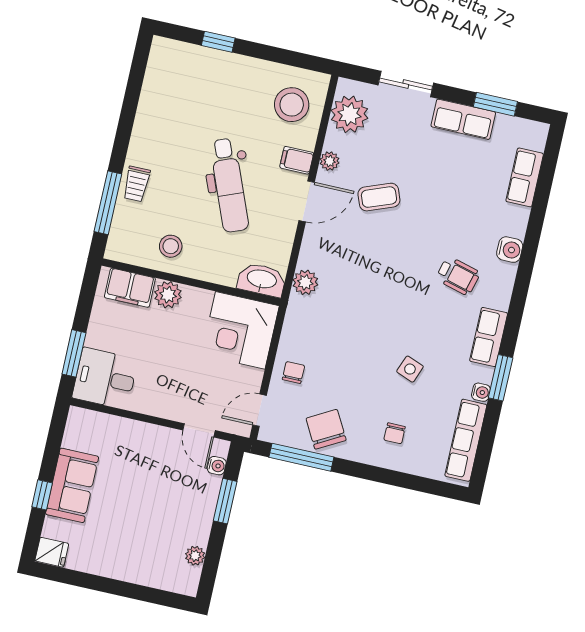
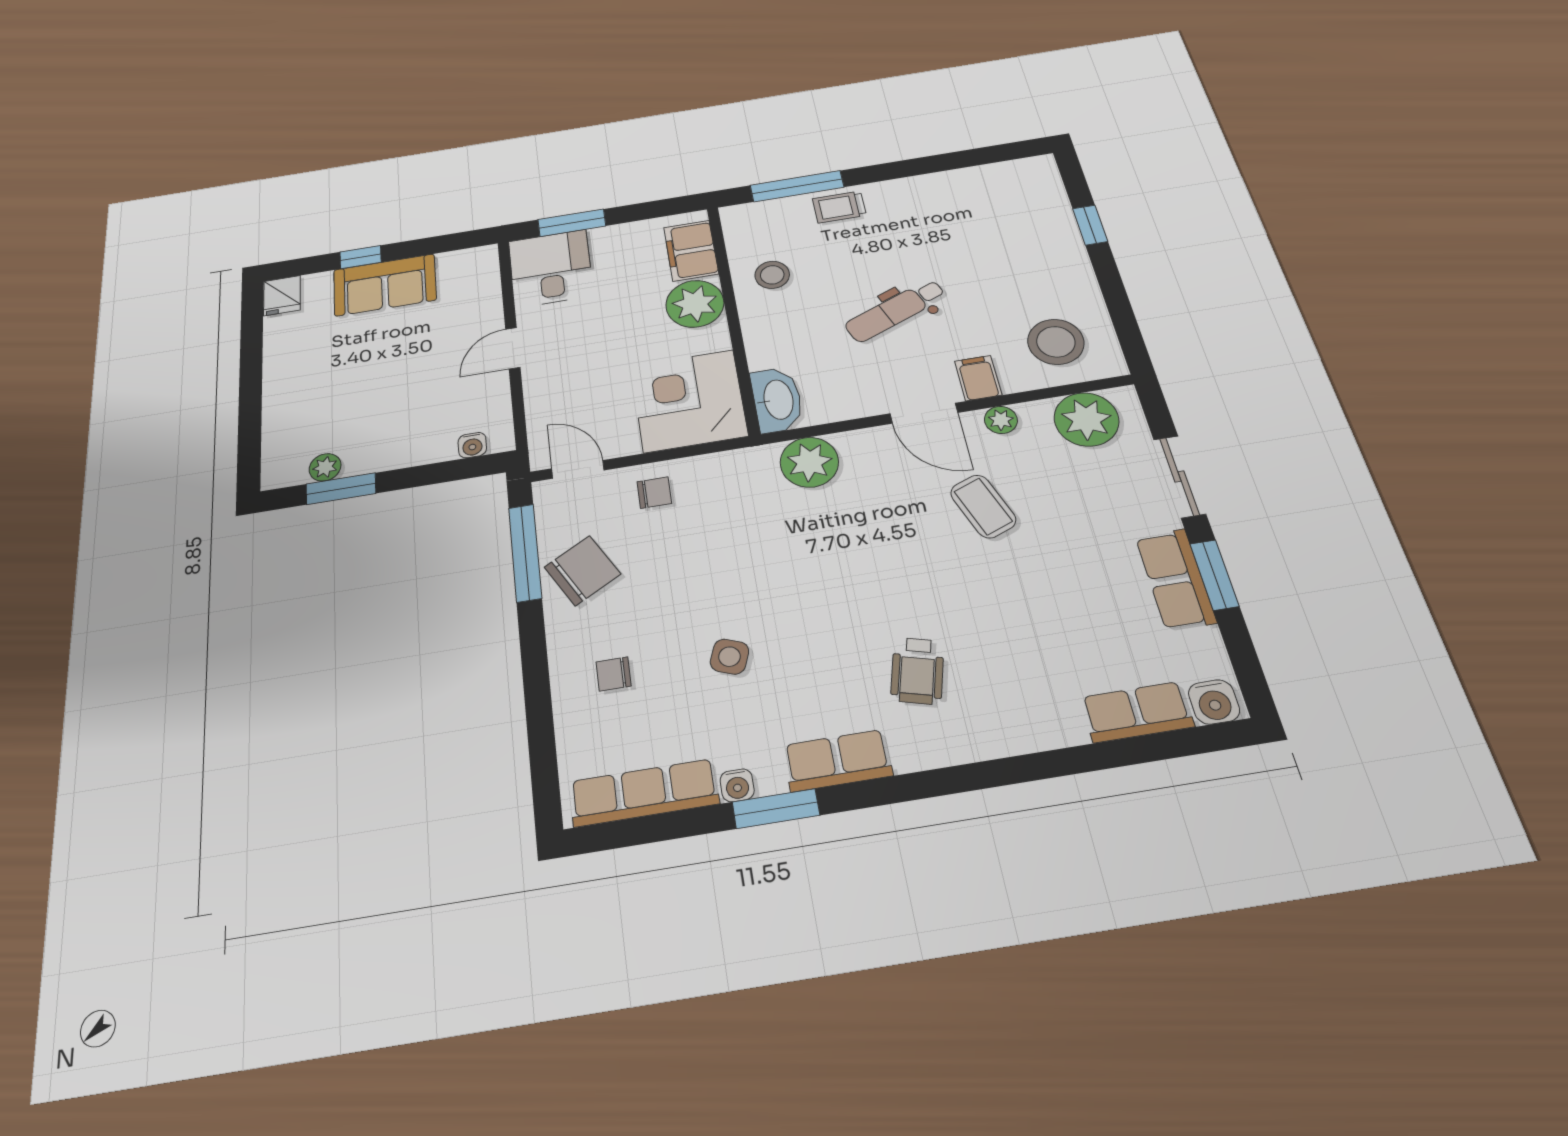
window: (495, 104) -> (1214, 575), moved
dental chair: (229, 185) -> (895, 310), width x0.73, depth x0.72
water cooler: (510, 250) -> (1214, 702), moved
plant: (305, 282) -> (809, 462), width x1.36, depth x1.36
plant: (168, 295) -> (695, 304), width x1.36, depth x1.36
door: (199, 430) -> (513, 348), moved
window: (225, 501) -> (341, 489), moved

